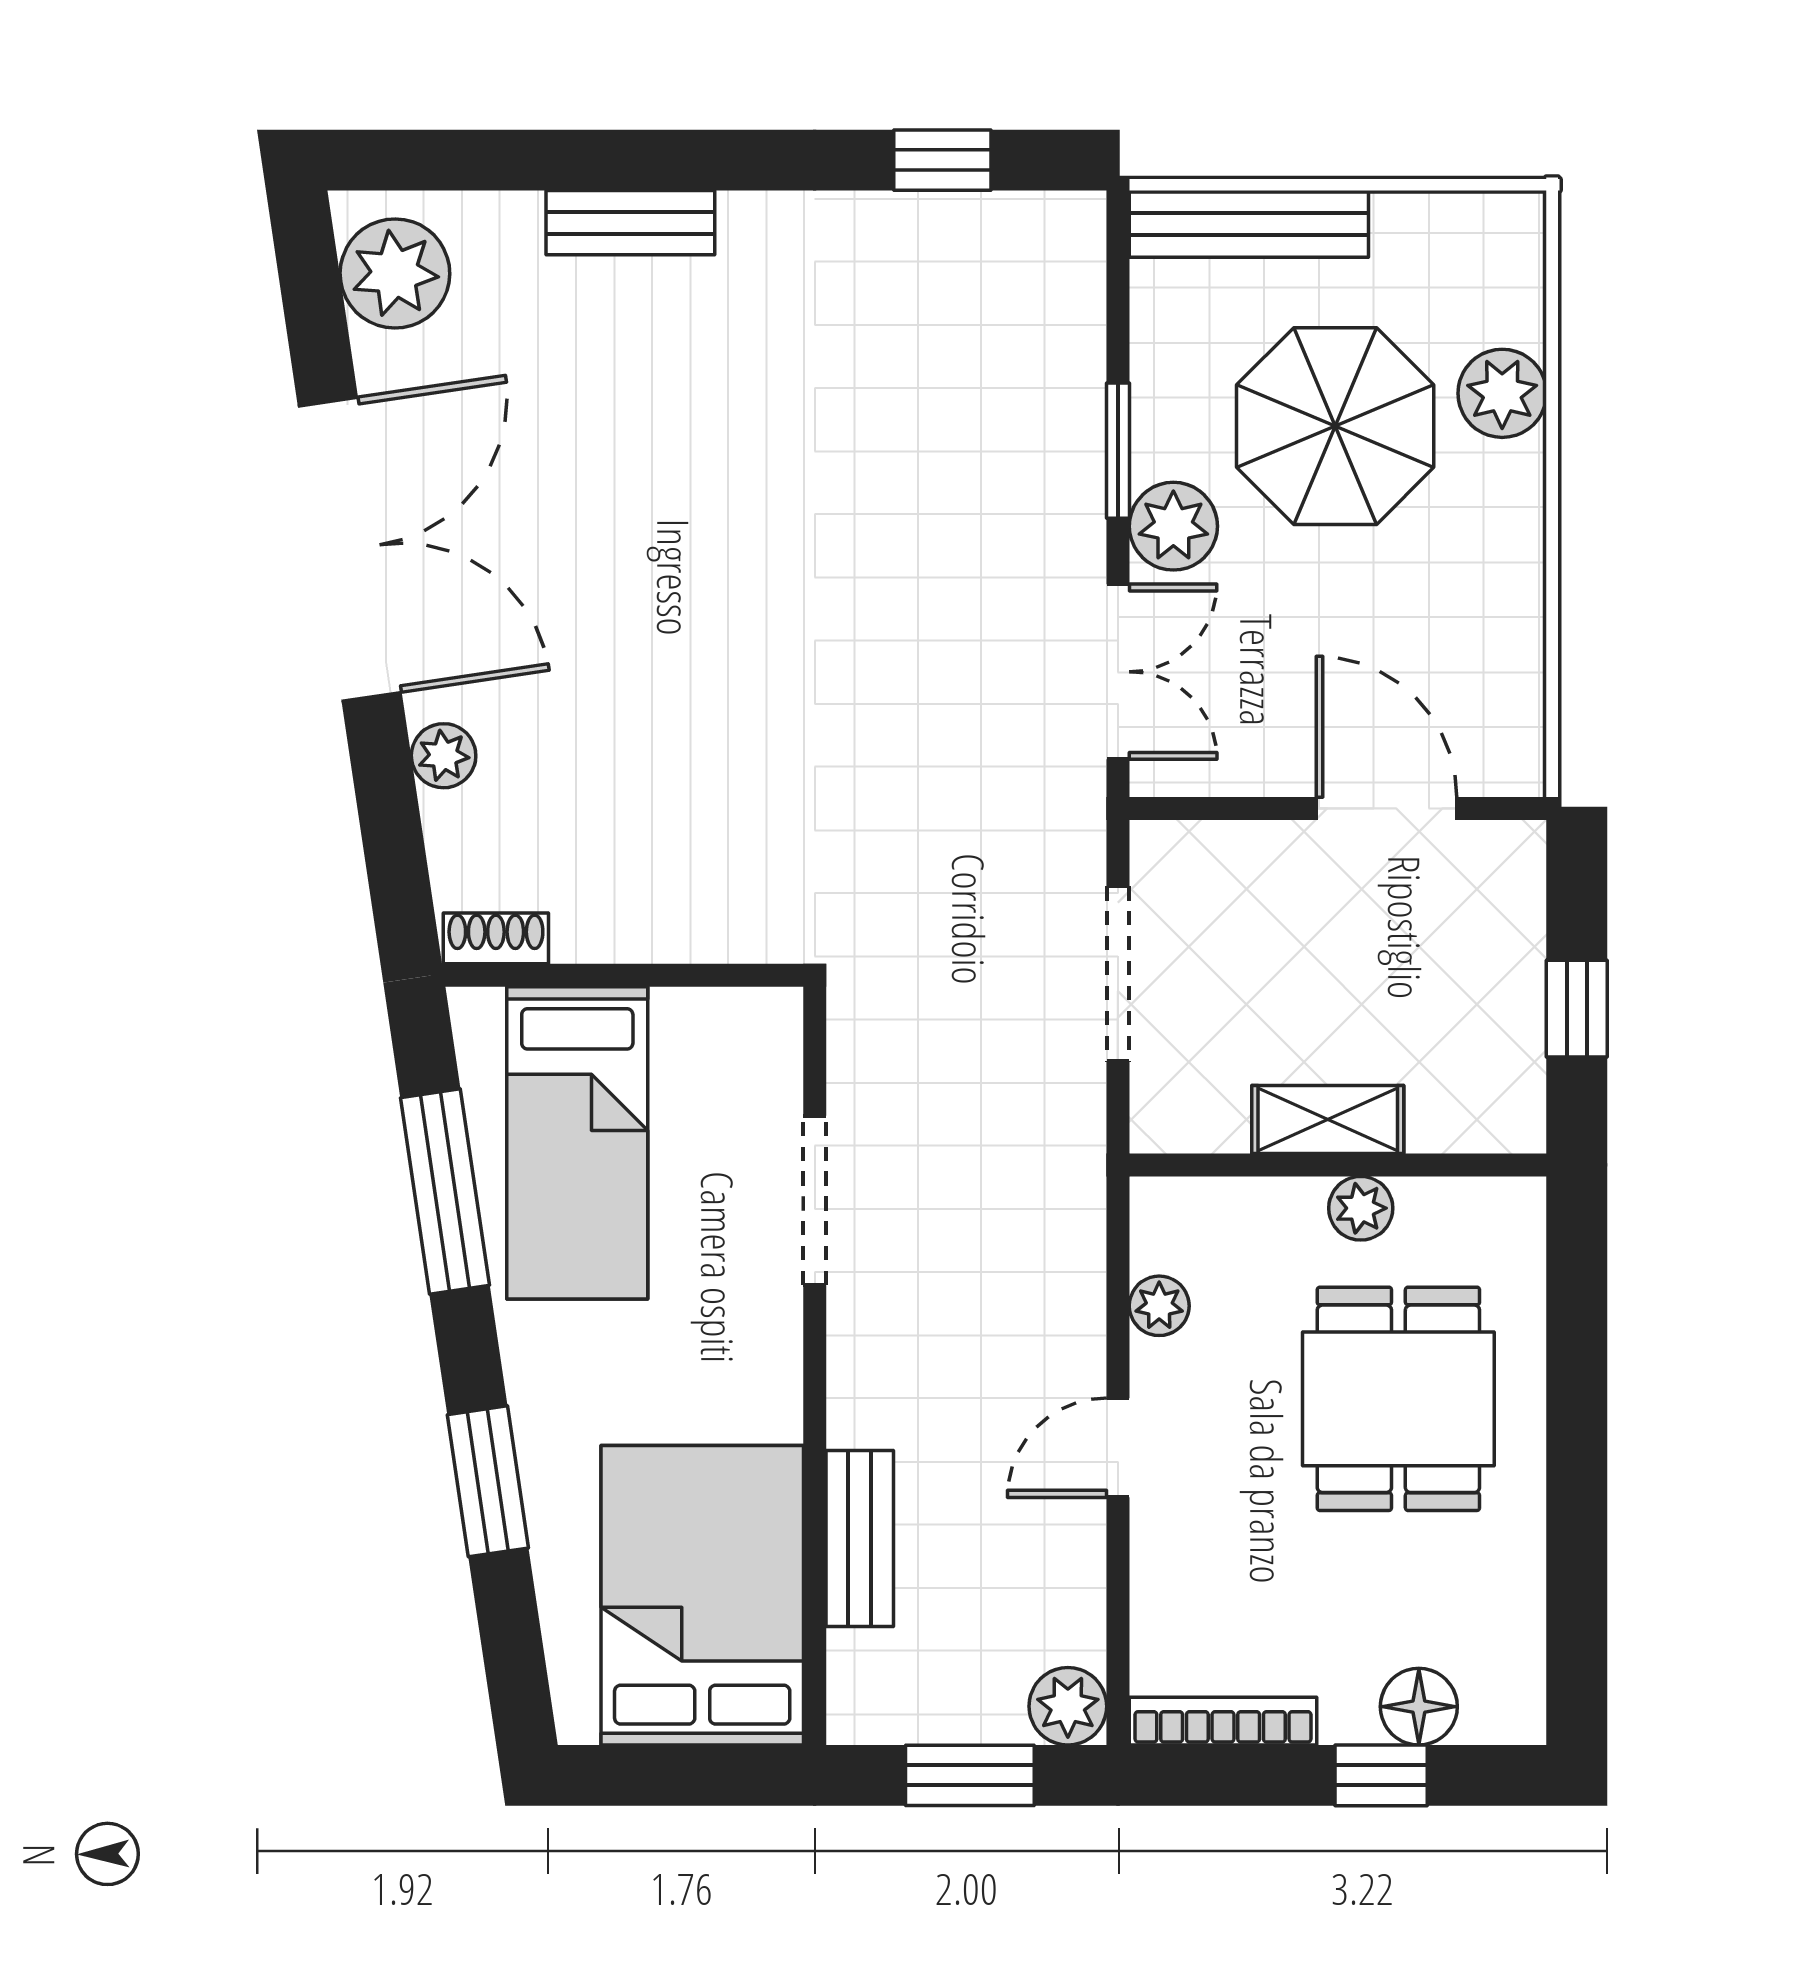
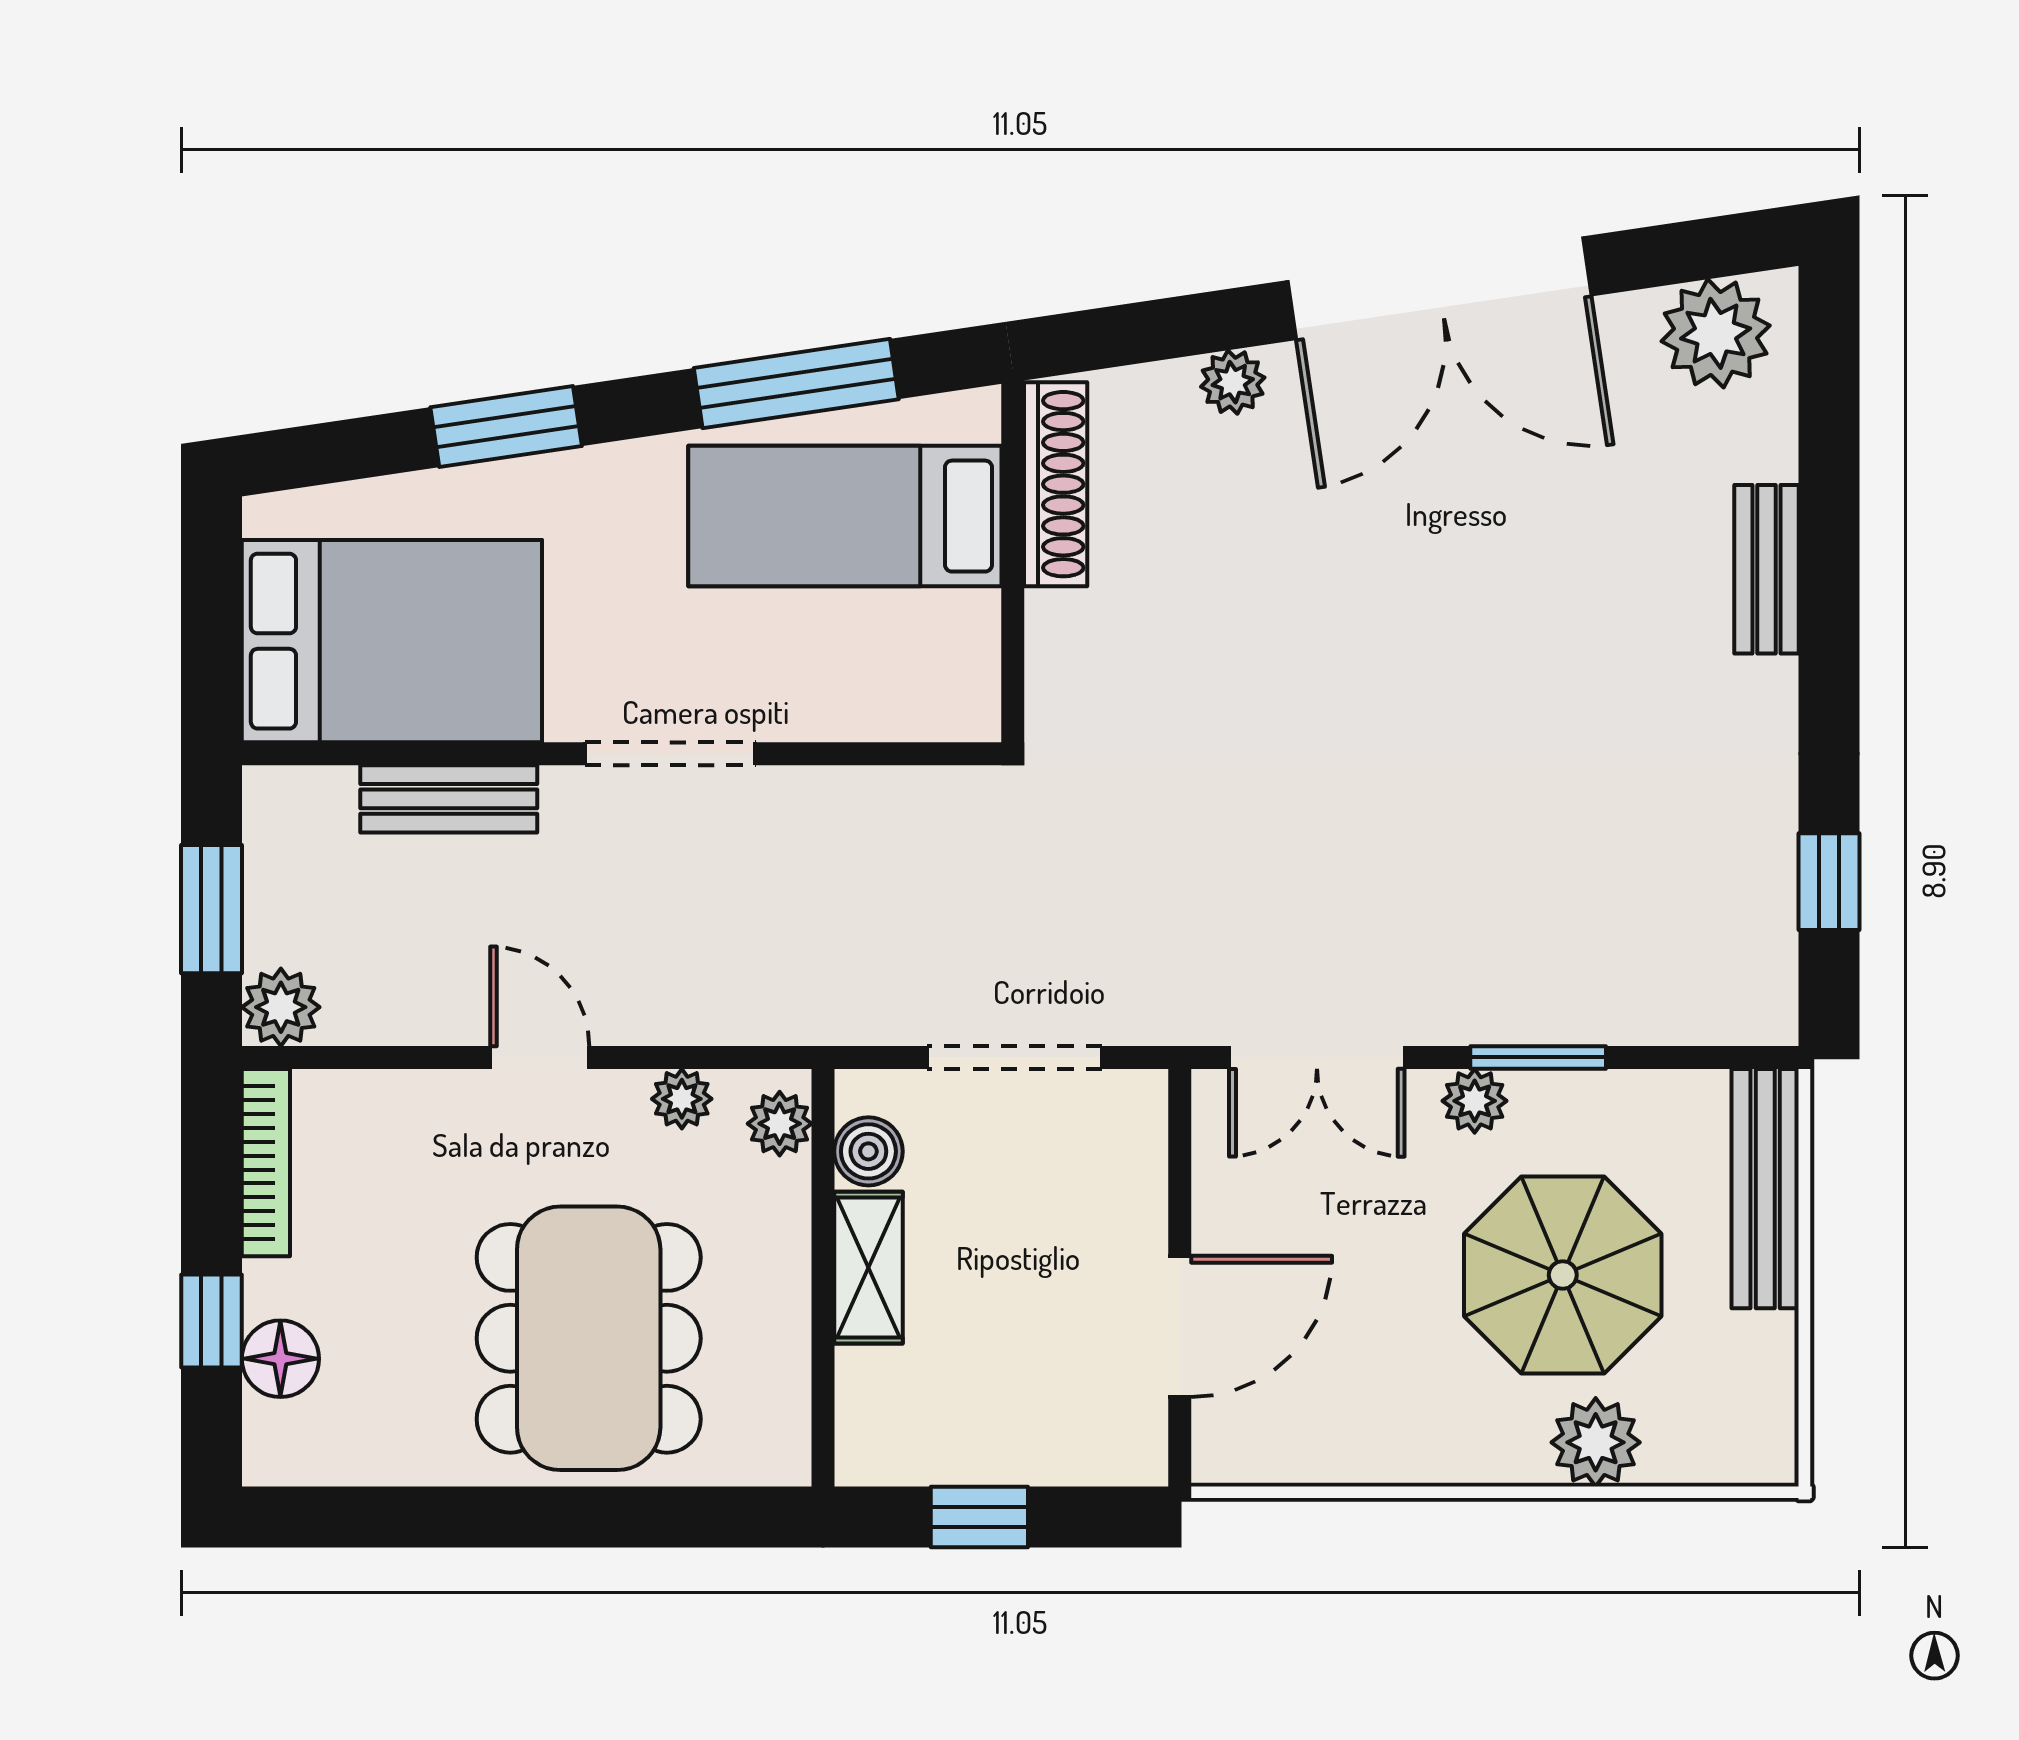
plant: (1173, 526) -> (1475, 1101), width x0.73, depth x0.73
shoe rack: (496, 938) -> (1056, 484), width x1.94, depth x1.24
boiler: (1212, 1119) -> (868, 1151), added
doorway: (815, 1200) -> (670, 754), moved
plant: (1361, 1208) -> (780, 1124), moved
dining table: (1398, 1399) -> (589, 1338), width x1.38

